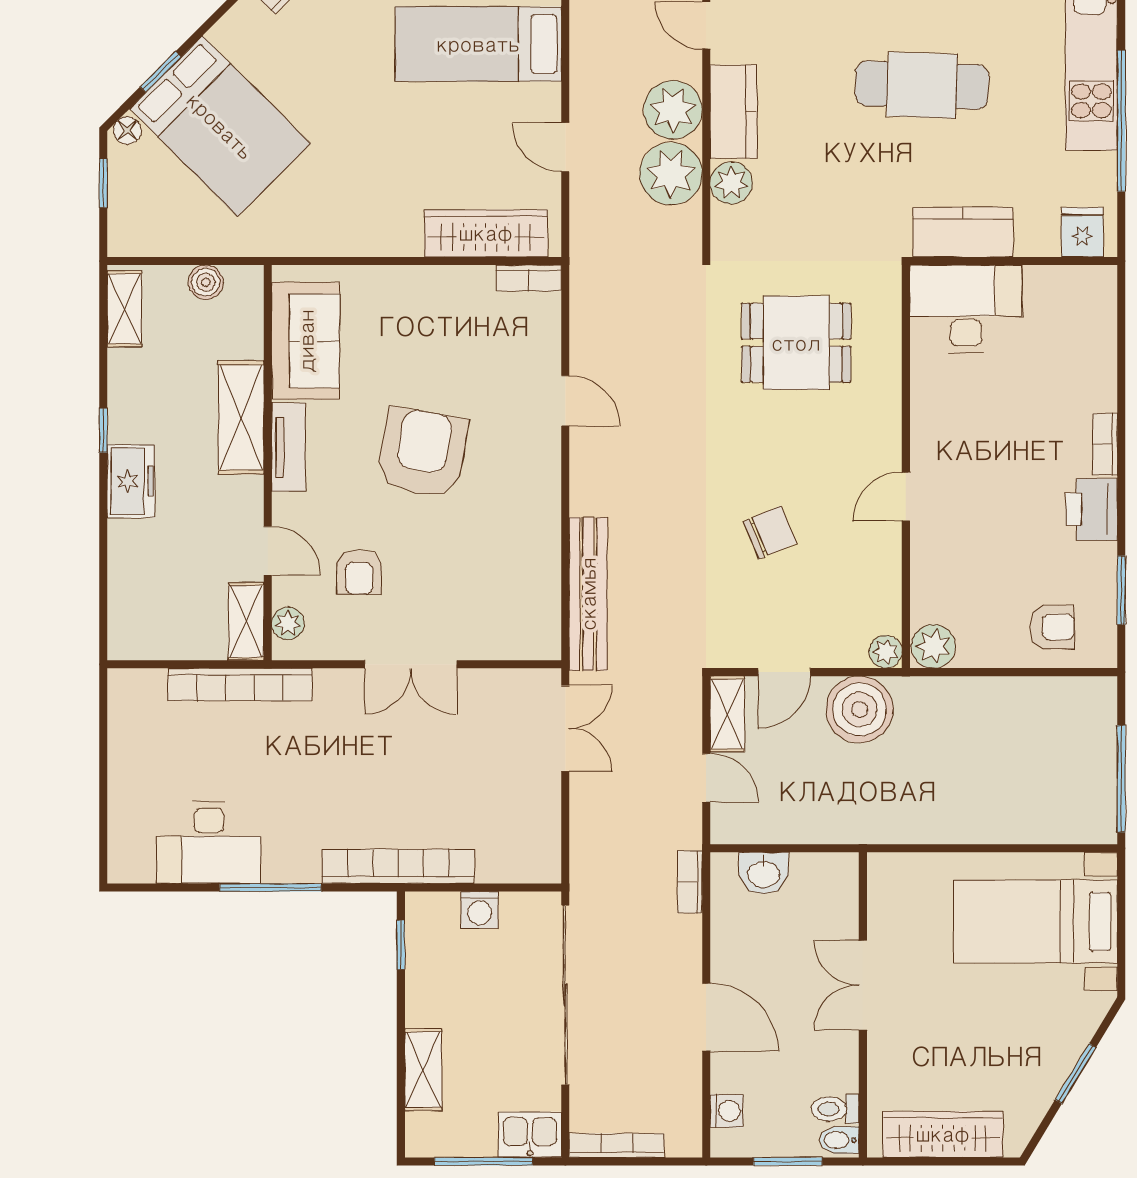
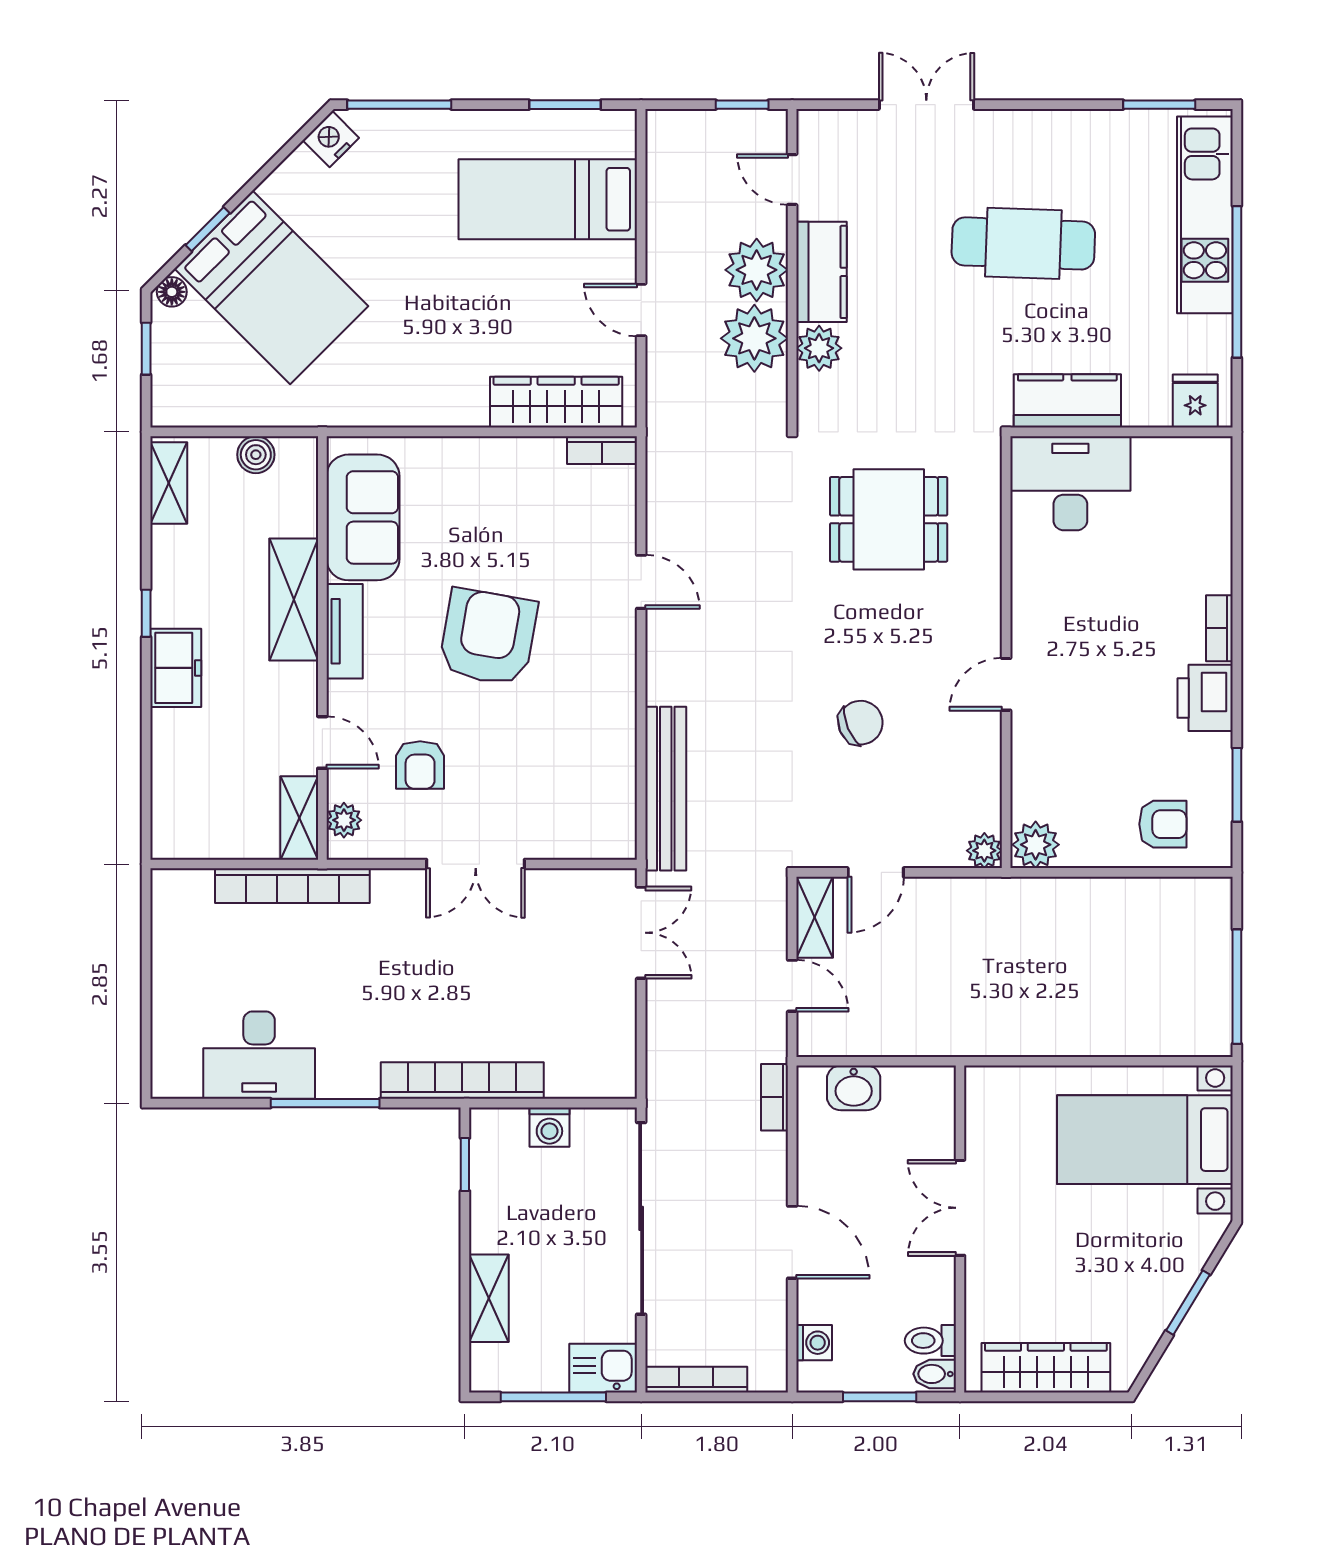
boiler: (860, 709) -> (956, 912), removed

